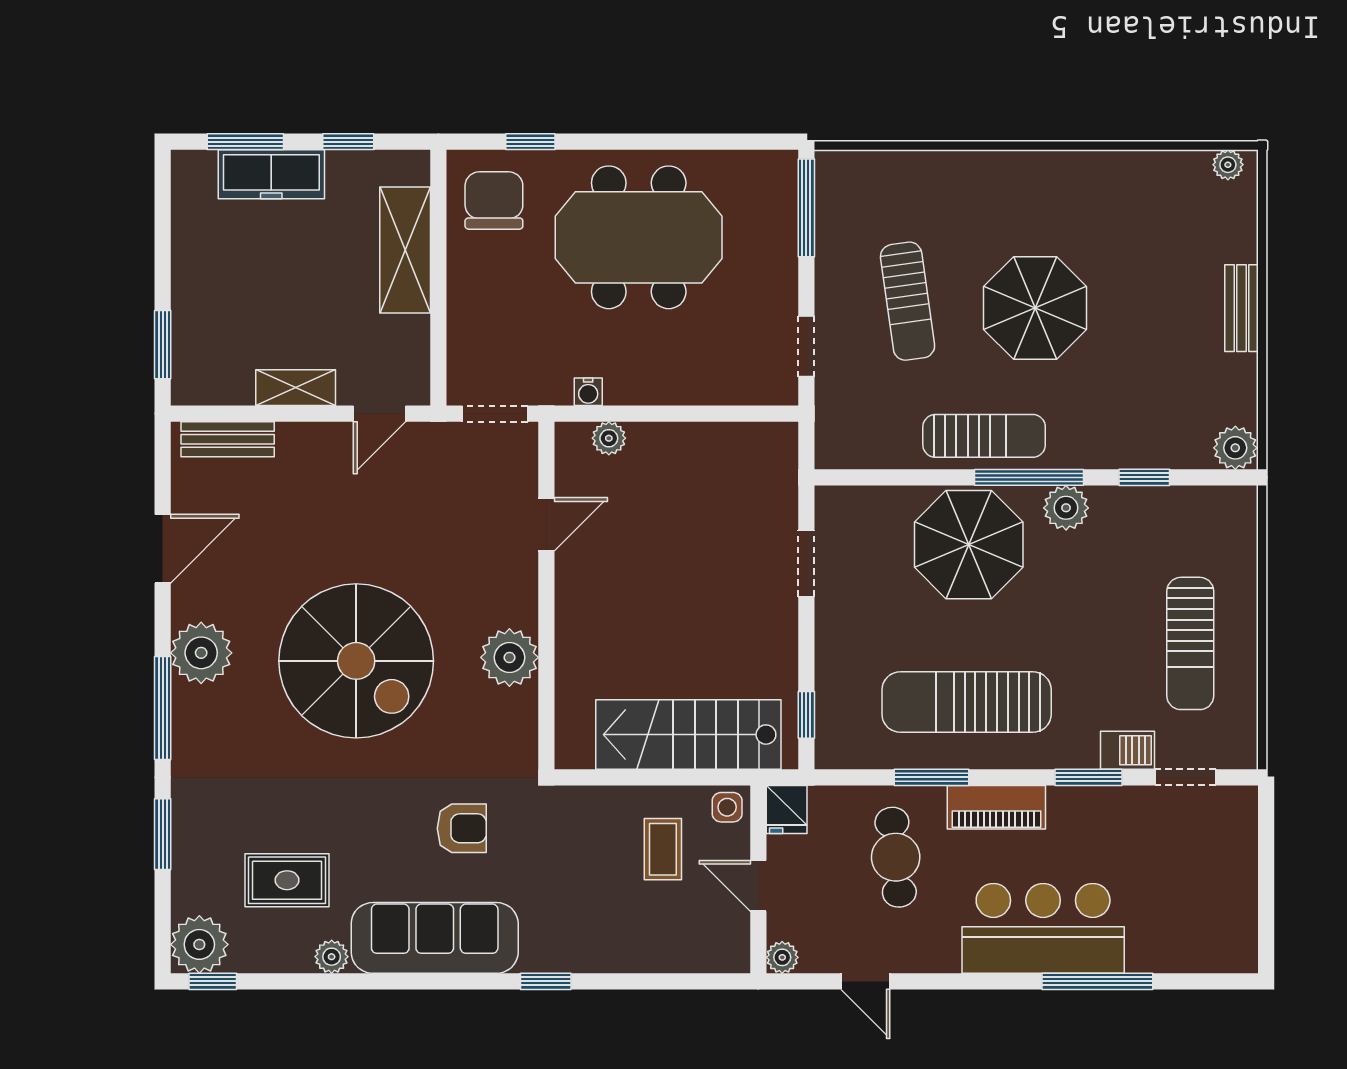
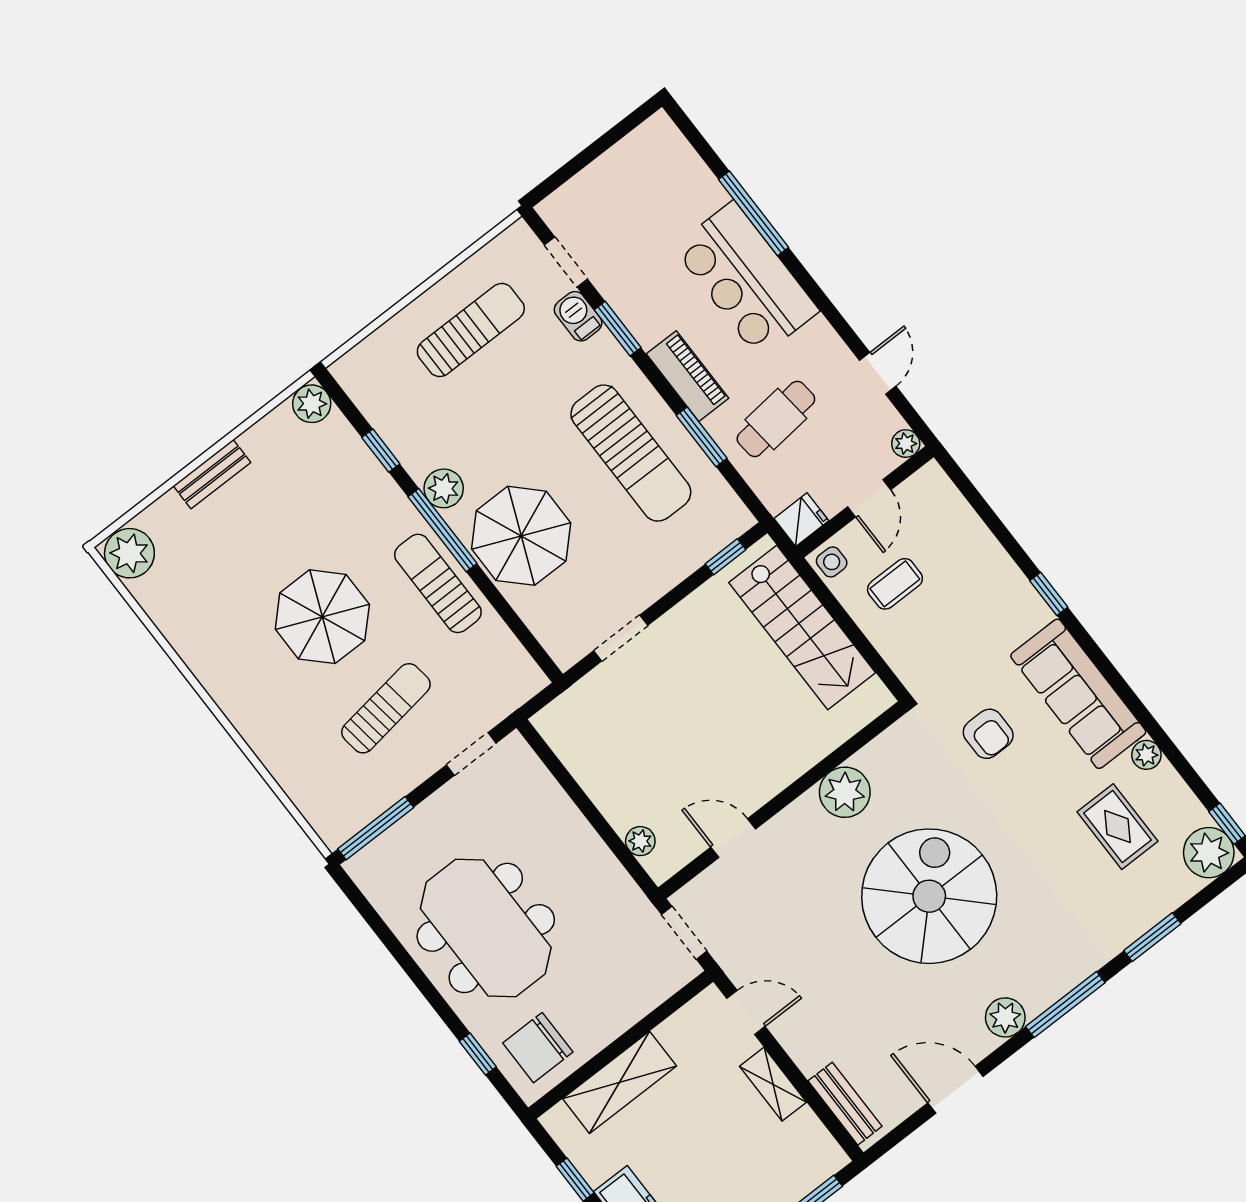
plant: (1228, 165) -> (129, 553), width x1.88, depth x1.88
water cooler: (588, 392) -> (619, 880), removed
plant: (201, 653) -> (1005, 1017), width x0.73, depth x0.73
armchair: (462, 828) -> (988, 734), turned 180

